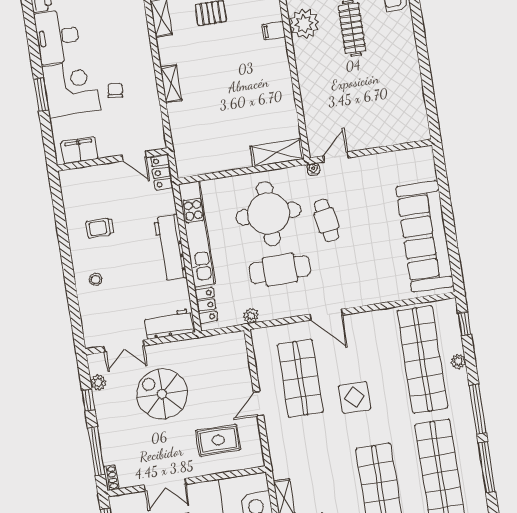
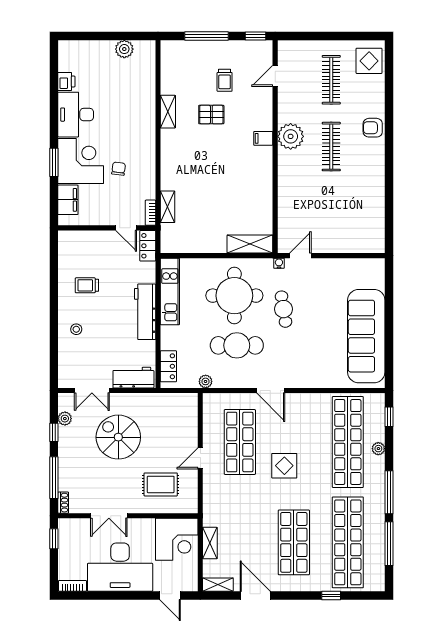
shelving: (171, 84) -> (168, 207), moved
bookcase: (159, 135) -> (150, 213), added
filing cabinet: (79, 150) -> (68, 200), moved, turned 90
kitchen unit: (197, 234) -> (170, 291), width x0.73

